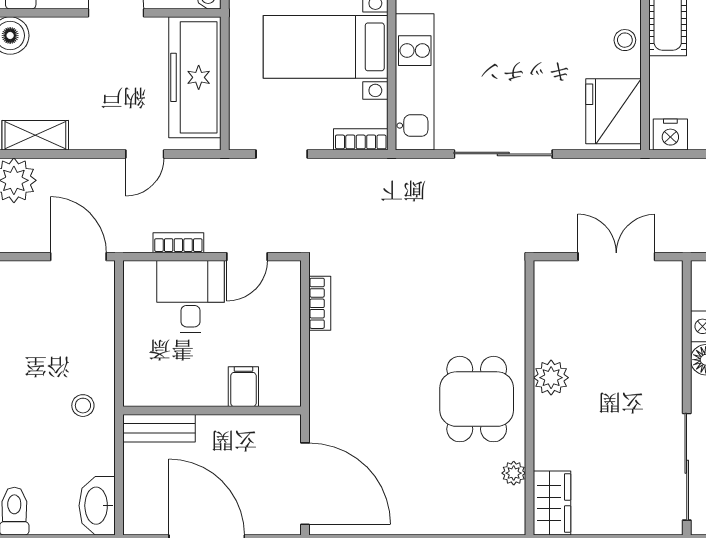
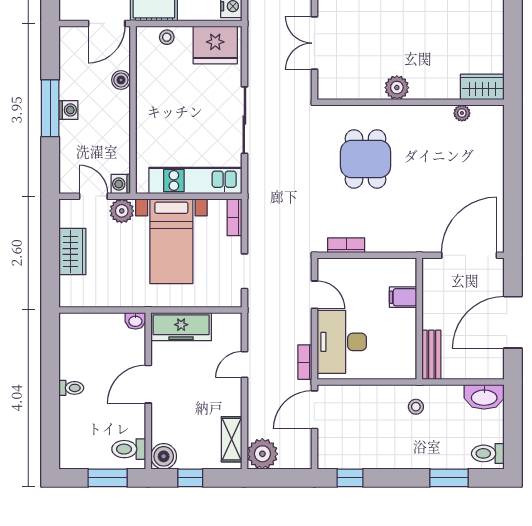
freezer: (195, 77) -> (181, 327), width x0.73, depth x0.79
door: (145, 154) -> (244, 365), swing flipped
bookcase: (178, 243) -> (305, 362), moved
desk: (190, 297) -> (342, 342), width x1.37
dining table: (477, 399) -> (366, 159), moved, turned 90

